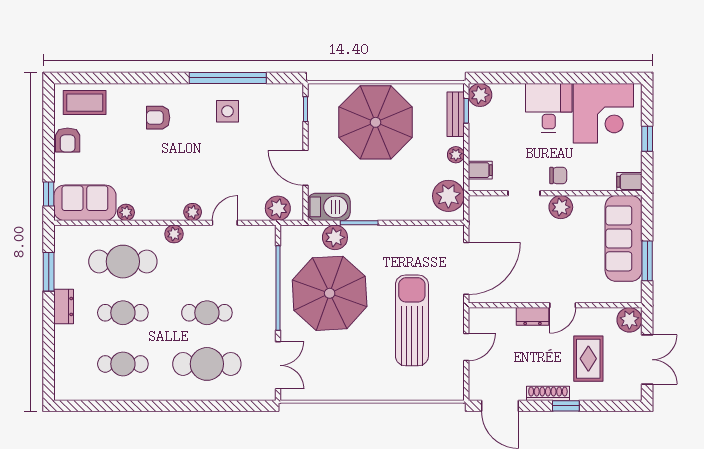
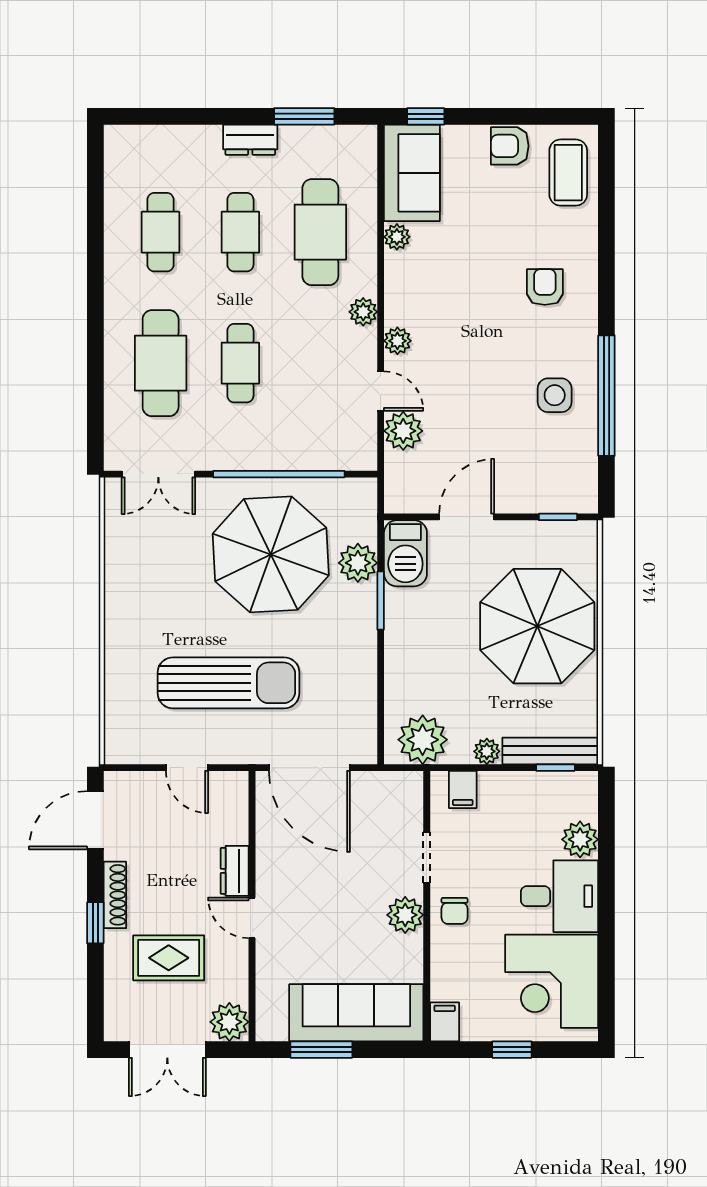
plant: (480, 95) -> (580, 839), moved
bench: (456, 114) -> (550, 751), width x1.36
plant: (278, 208) -> (403, 431), moved

